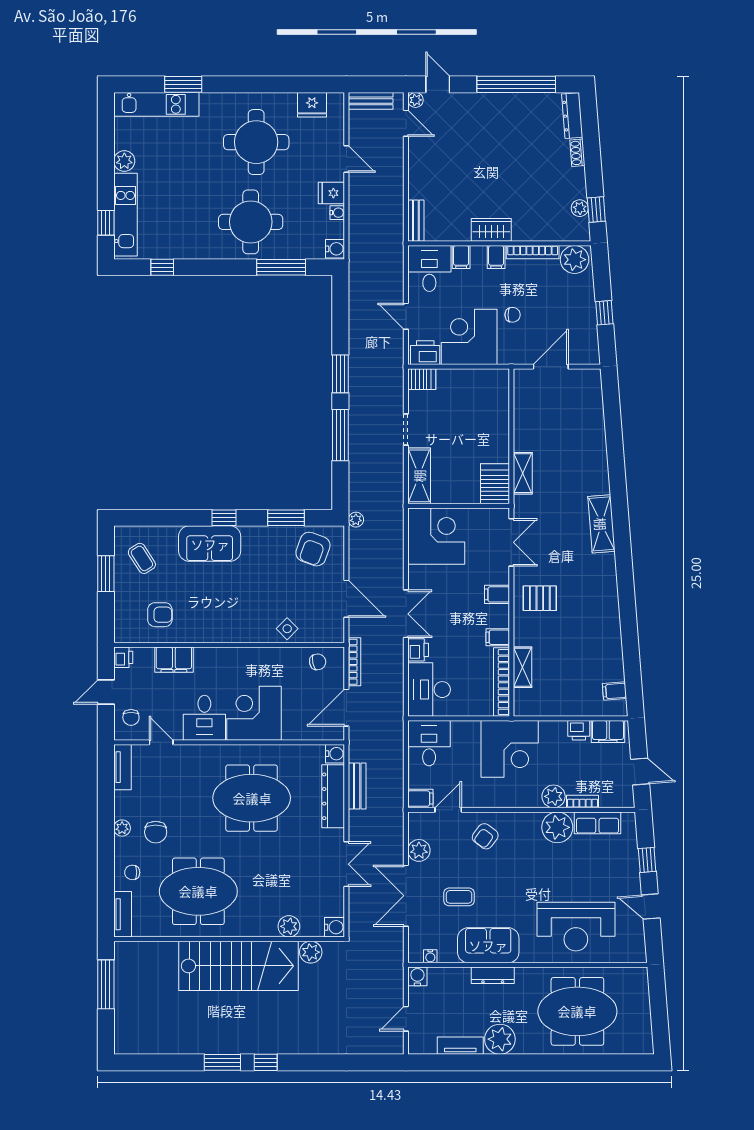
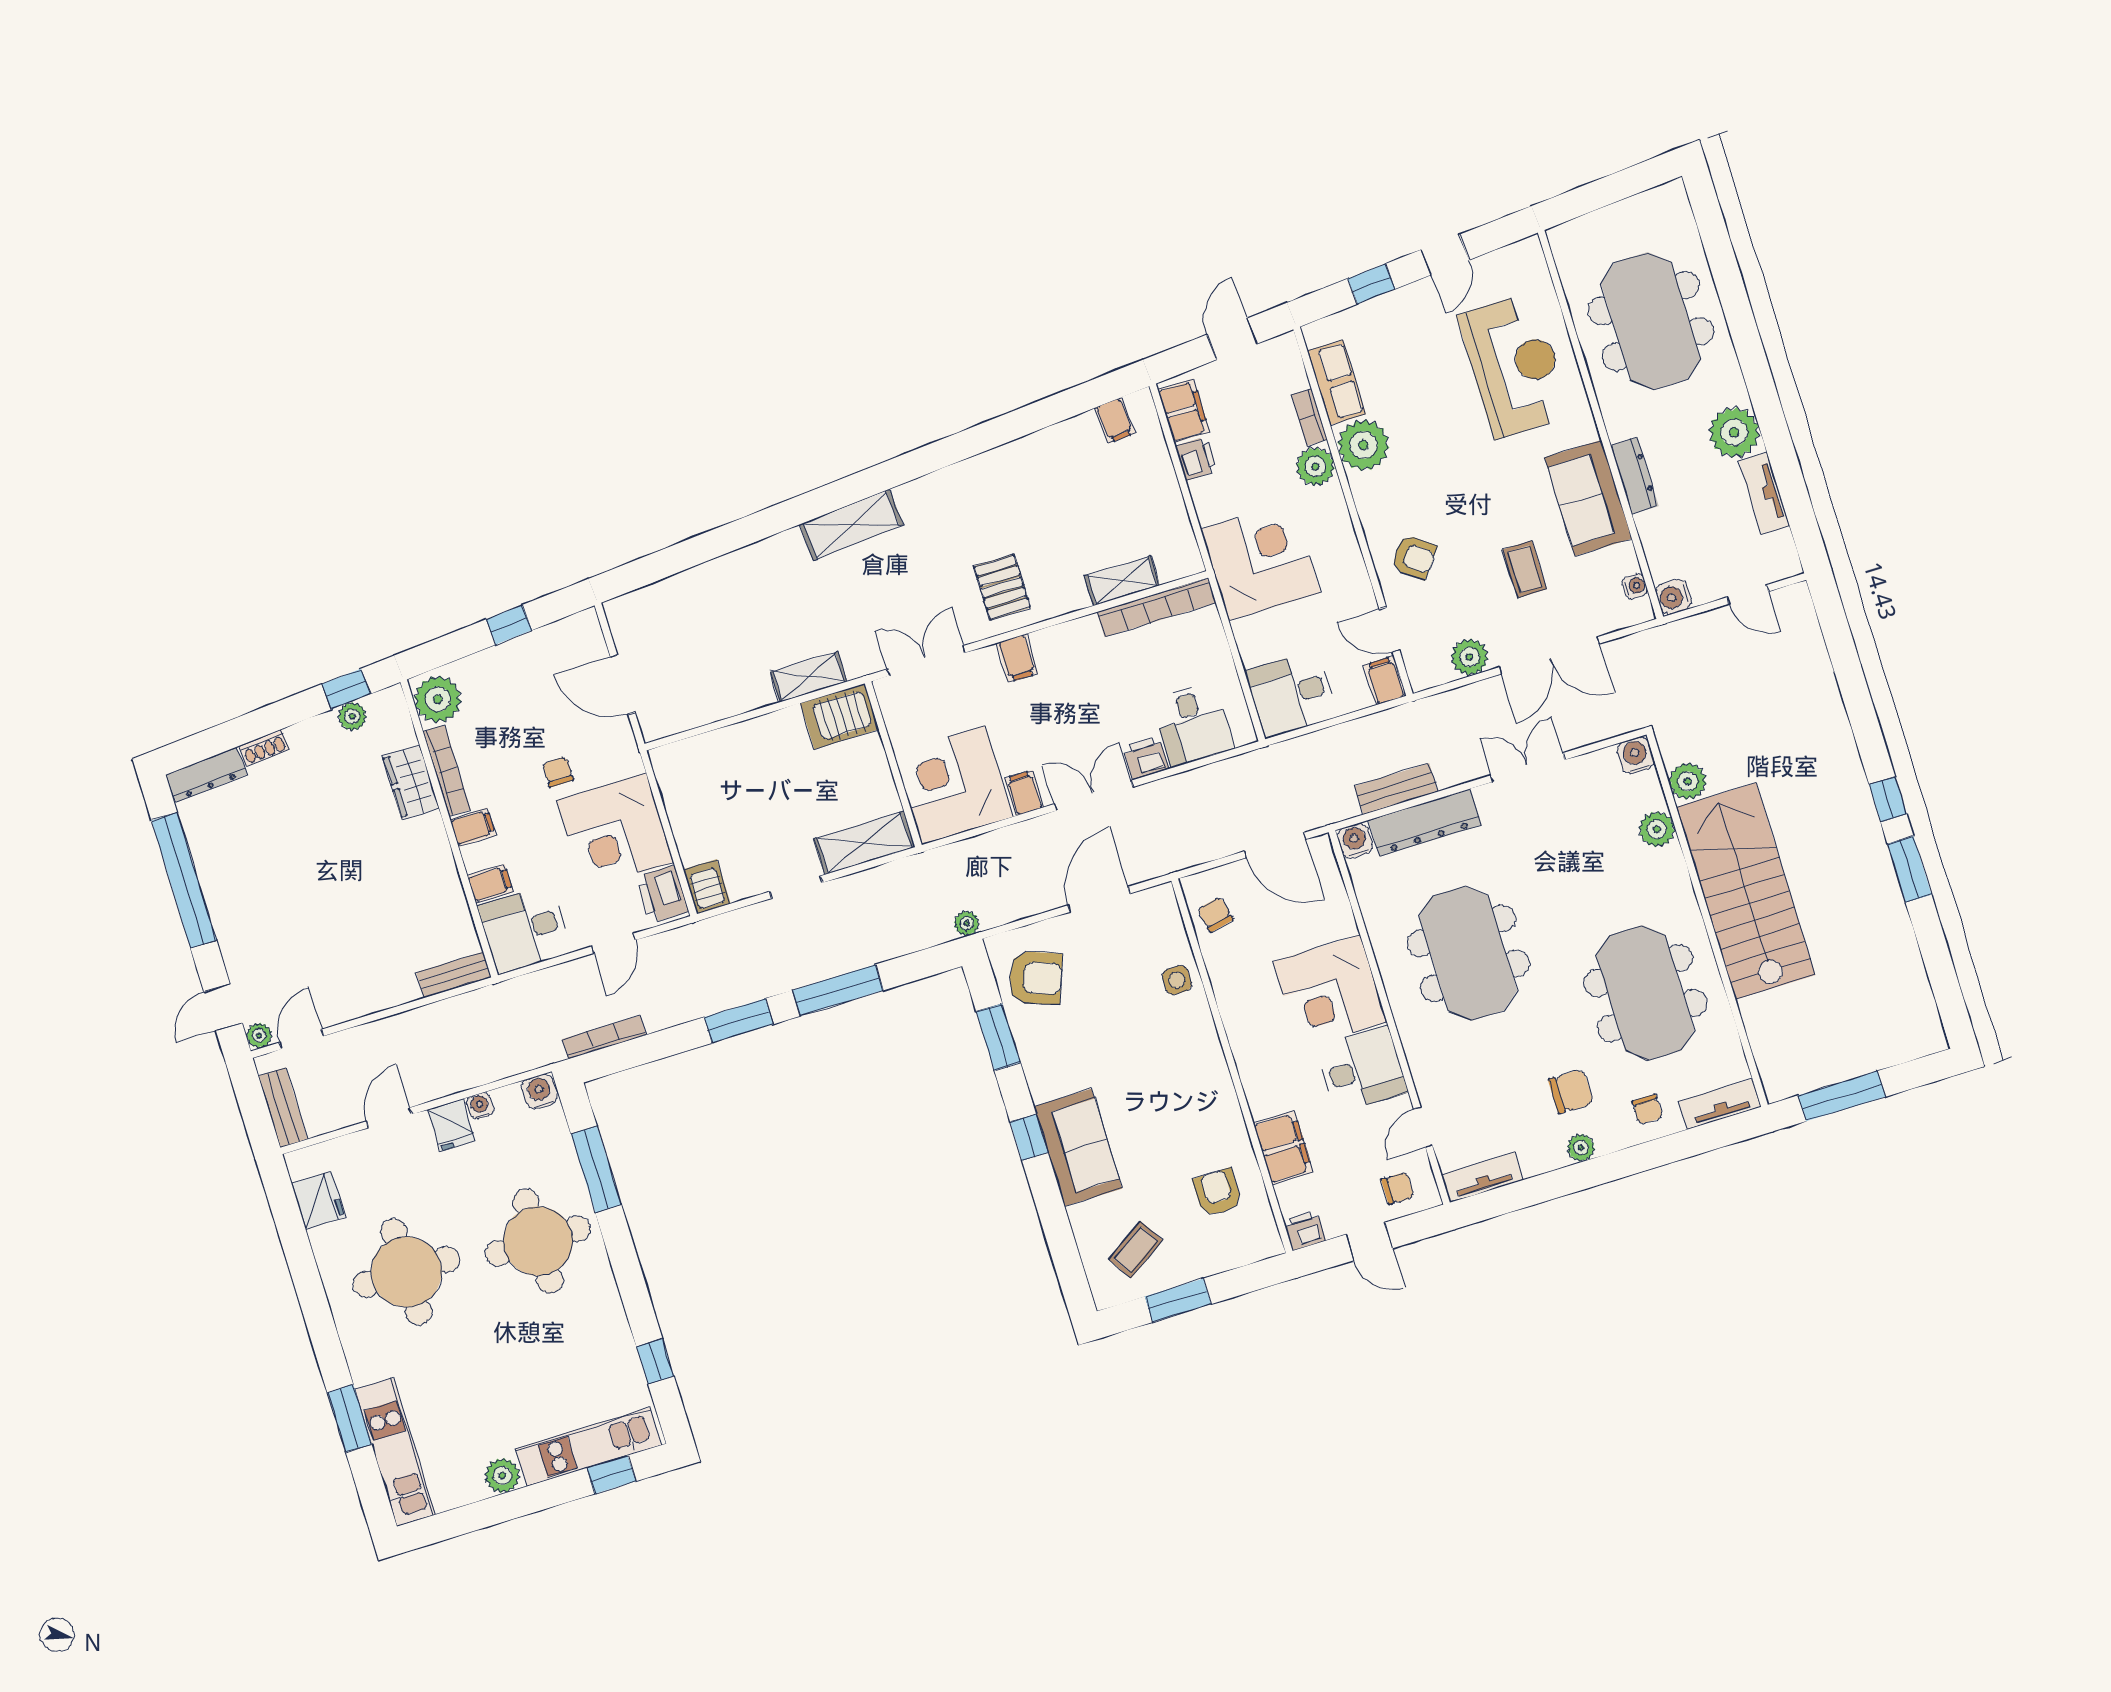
wardrobe: (491, 230) -> (411, 782), moved
side table: (287, 629) -> (1177, 980), turned 45
filing cabinet: (498, 637) -> (1024, 793), moved, turned 180
bookcase: (355, 662) -> (604, 1037), moved
desk: (429, 690) -> (1193, 724), width x0.73

